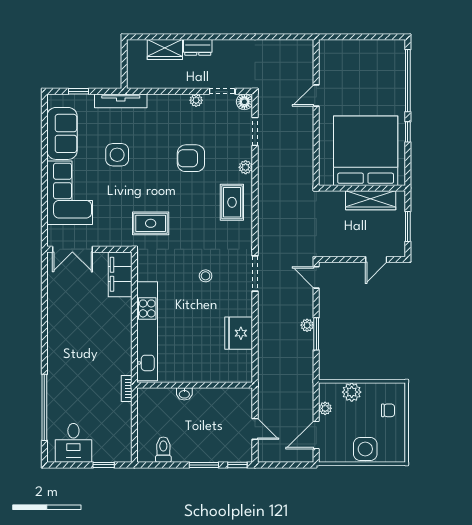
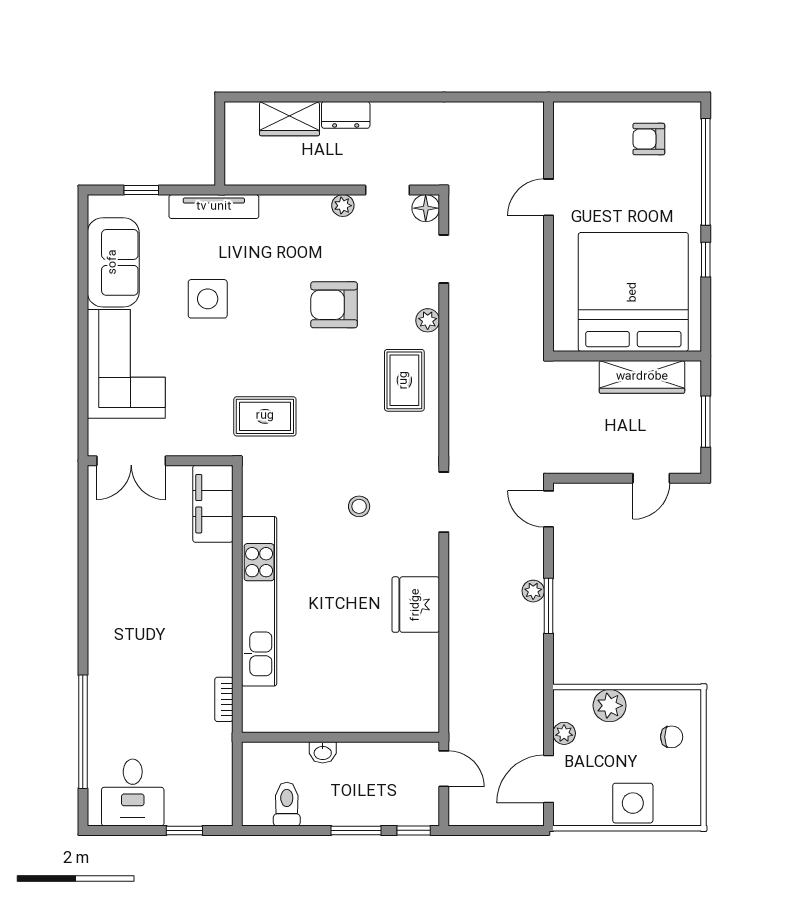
armchair: (375, 61) -> (649, 139), added
wall: (195, 385) -> (340, 737), moved
washbasin: (184, 394) -> (323, 752), moved

